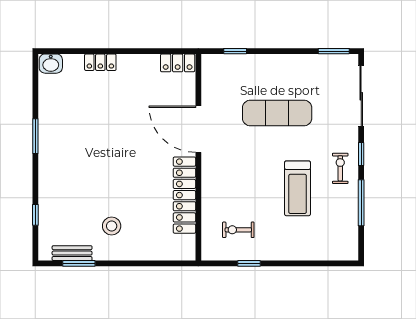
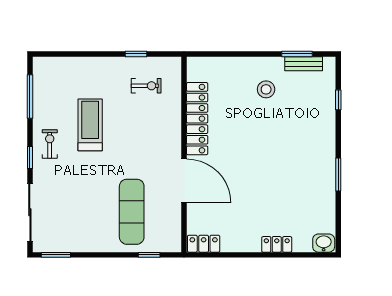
exercise mat: (277, 113) -> (132, 212), moved, turned 90
exercise bike: (340, 168) -> (50, 144), turned 180
window: (361, 203) -> (30, 96), moved

